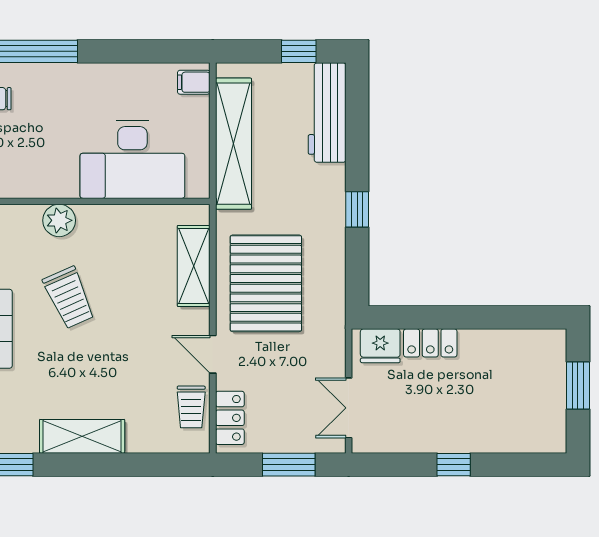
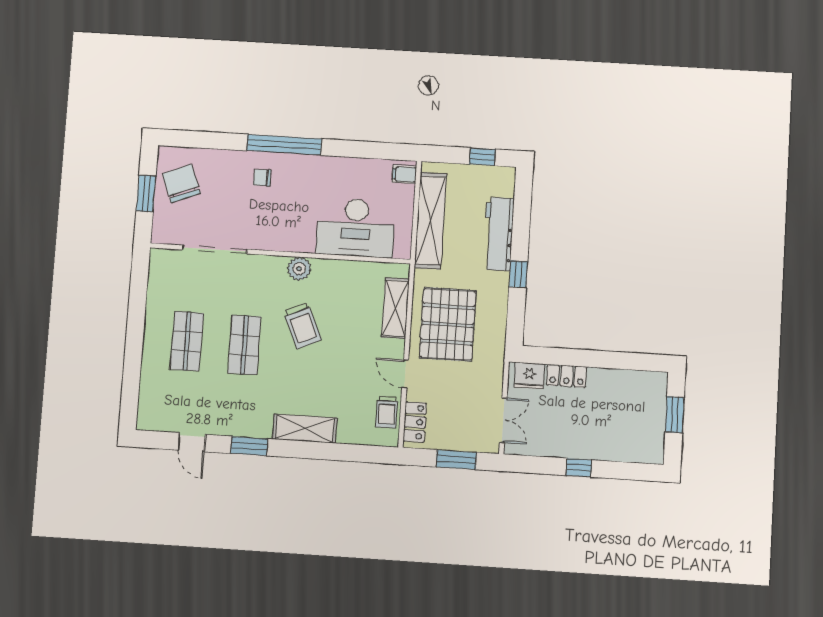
workbench: (327, 113) -> (498, 234), moved
double door: (349, 408) -> (503, 420), swing flipped

